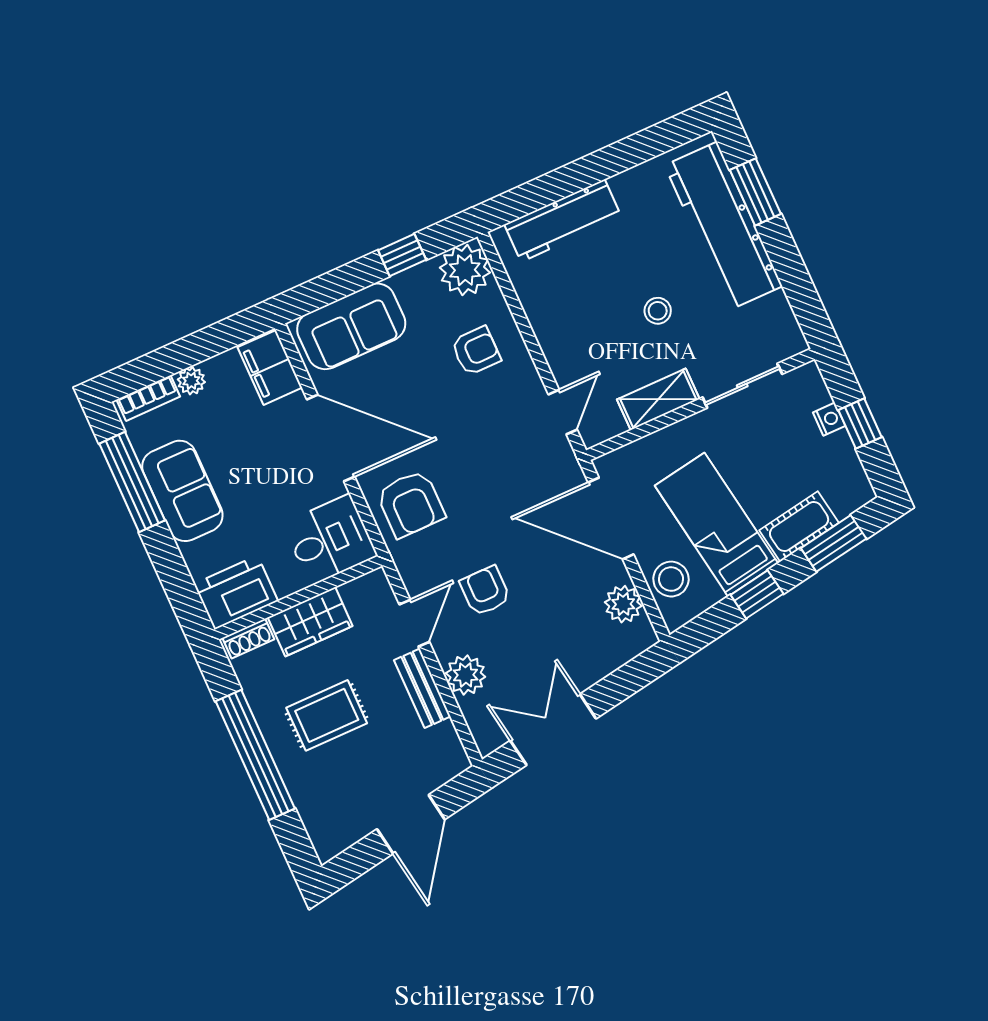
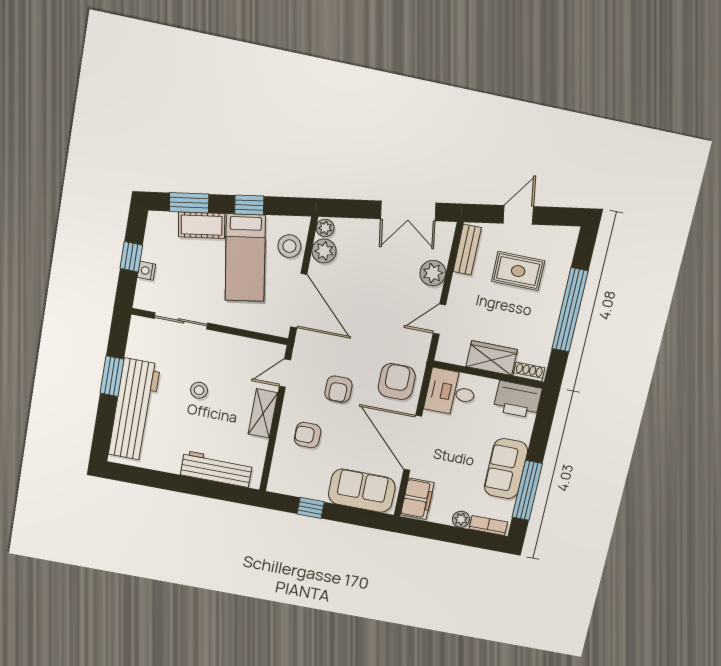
window: (755, 192) -> (112, 376), moved
plant: (465, 270) -> (325, 228), moved, width x0.53, depth x0.53
shelving: (658, 399) -> (263, 413), moved, turned 90
armchair: (485, 591) -> (338, 389), moved
bench: (422, 688) -> (467, 250), moved
rug: (327, 715) -> (518, 271), moved
door: (411, 824) -> (518, 215), width x0.73

